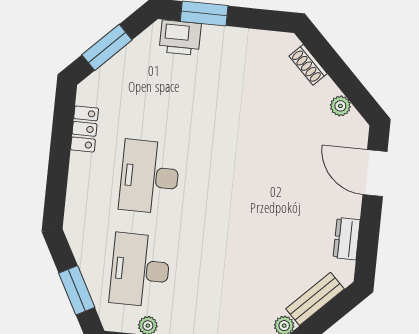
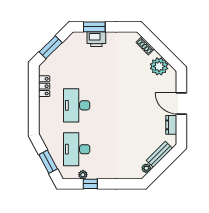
printer: (180, 38) -> (96, 39), moved
plant: (340, 106) -> (159, 66), width x1.87, depth x1.87
door: (375, 173) -> (181, 103), moved

